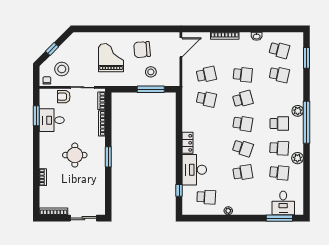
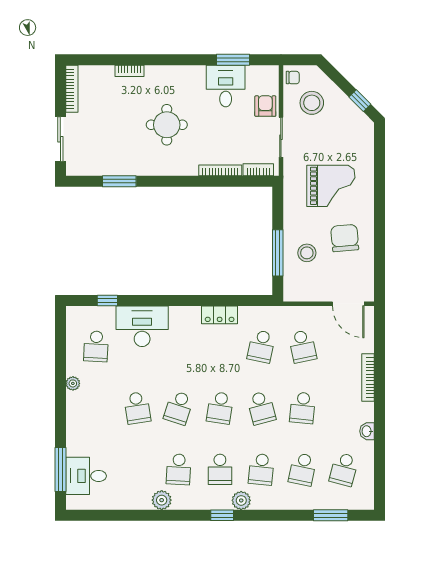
window: (52, 49) -> (360, 101), moved
window: (306, 122) -> (222, 515), width x0.32
locker: (188, 143) -> (220, 315), moved
window: (108, 157) -> (119, 181), moved
school desk: (279, 173) -> (261, 469), moved

